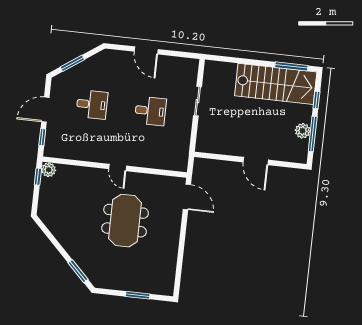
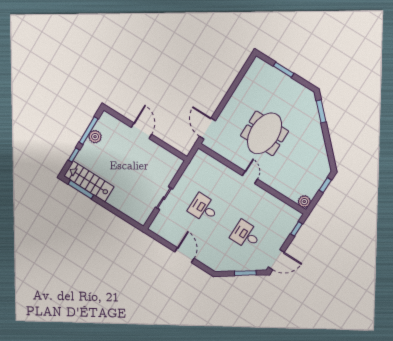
stairs: (276, 84) -> (89, 181), width x0.73, depth x0.66
door: (45, 110) -> (276, 260), moved
window: (38, 177) -> (325, 185), moved

